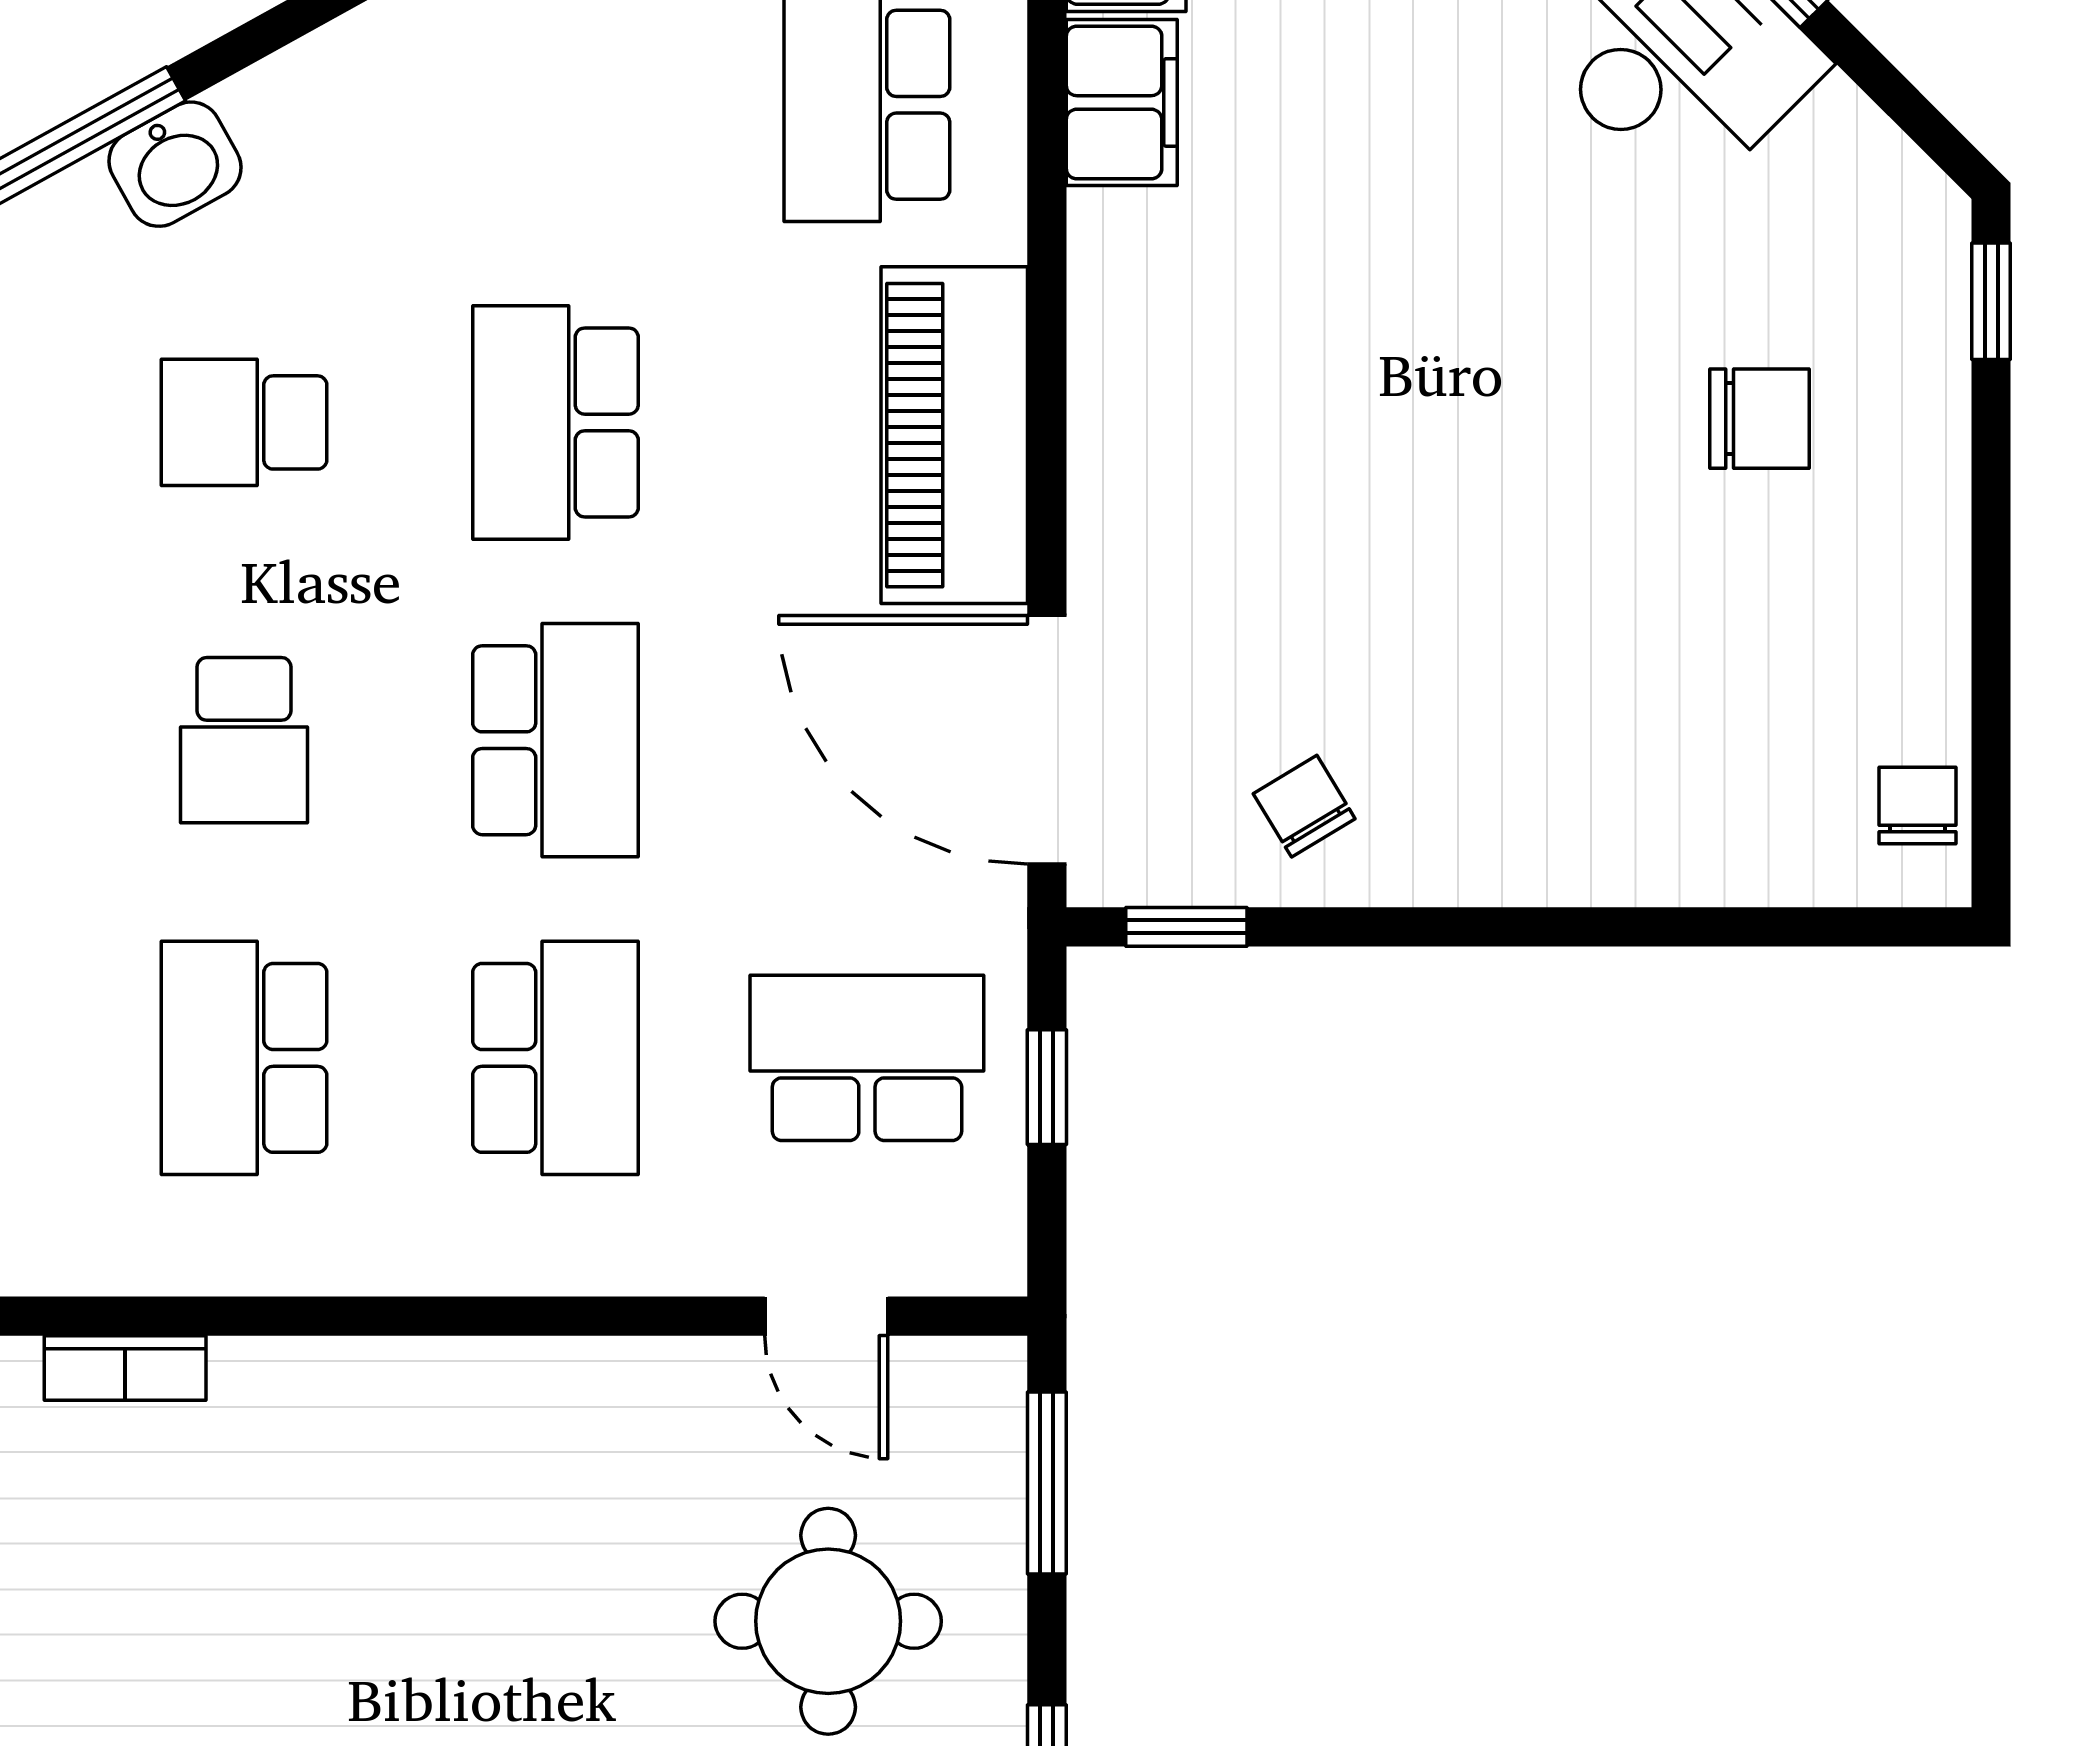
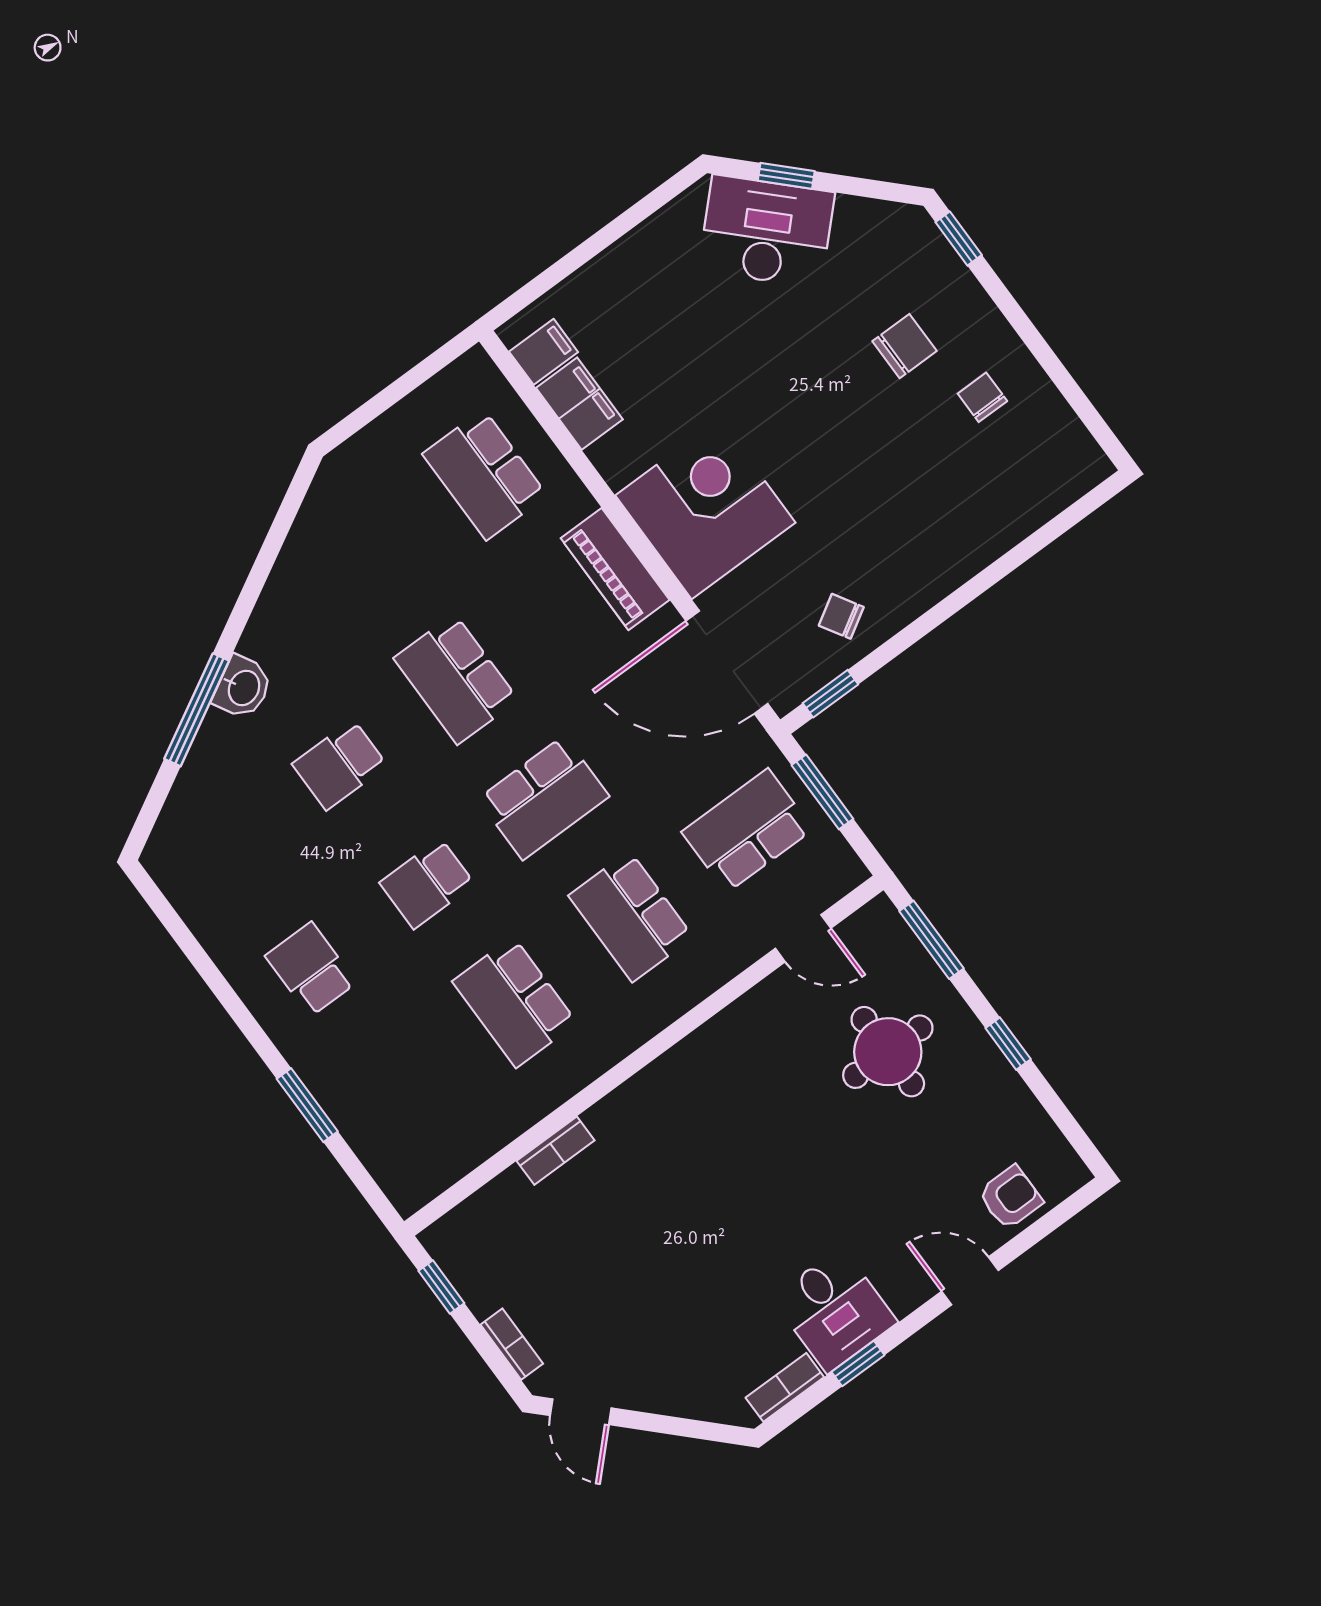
piano: (954, 435) -> (615, 569), width x0.73, depth x0.75
corner desk: (1206, 447) -> (705, 509), added
school desk: (244, 740) -> (427, 883), turned 90
school desk: (555, 740) -> (543, 798), turned 90
chair: (1917, 806) -> (982, 397), moved
school desk: (555, 1058) -> (631, 916), turned 180
window: (1047, 1087) -> (822, 792), width x1.50

